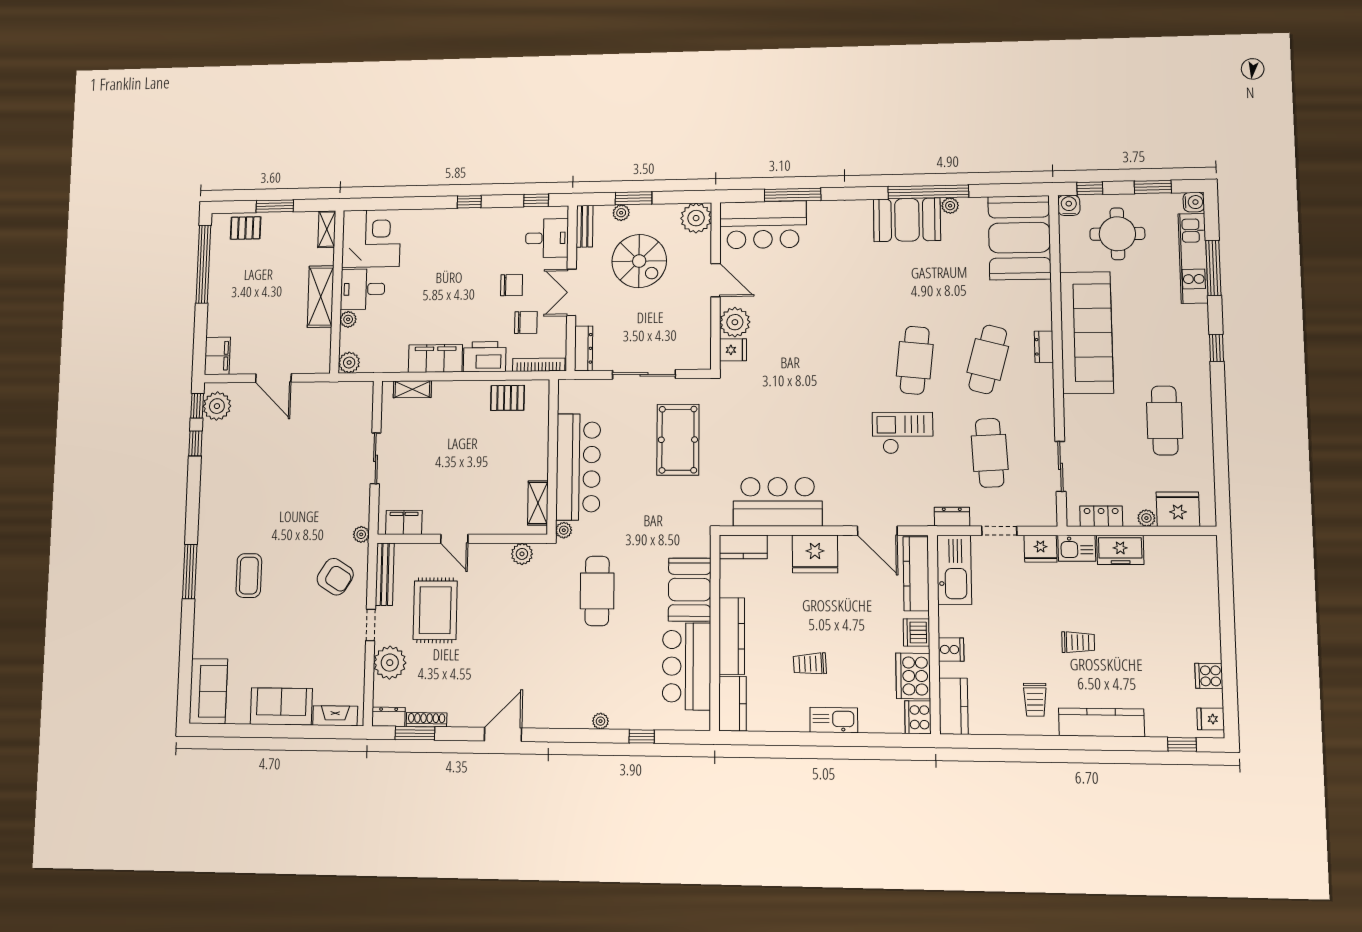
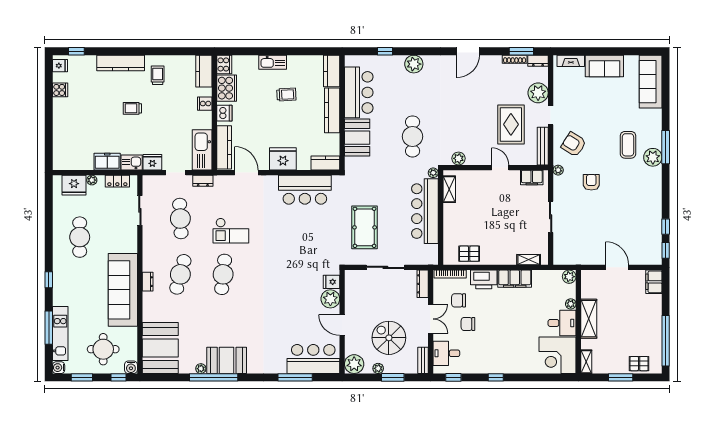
plant: (621, 213) -> (378, 368), moved
plant: (217, 406) -> (653, 157), moved
armchair: (309, 515) -> (591, 182), added
sofa: (208, 691) -> (651, 82), width x1.36
plant: (600, 721) -> (414, 64), width x1.88, depth x1.88

